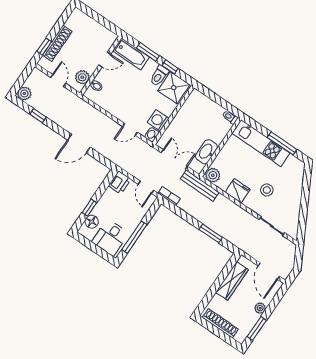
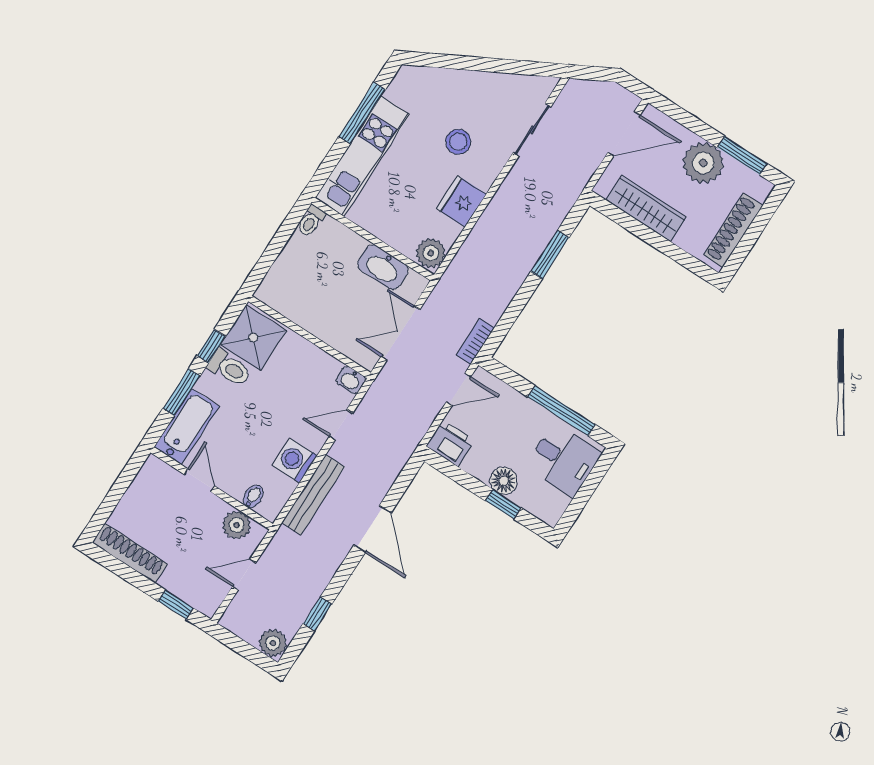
shoe rack: (57, 43) -> (130, 553), moved
washing machine: (158, 120) -> (295, 460), moved, turned 90
door: (130, 129) -> (341, 425), swing flipped
bench: (200, 186) -> (313, 495), moved
floor lamp: (92, 222) -> (504, 481), moved
plant: (260, 308) -> (703, 163), width x1.87, depth x1.87

